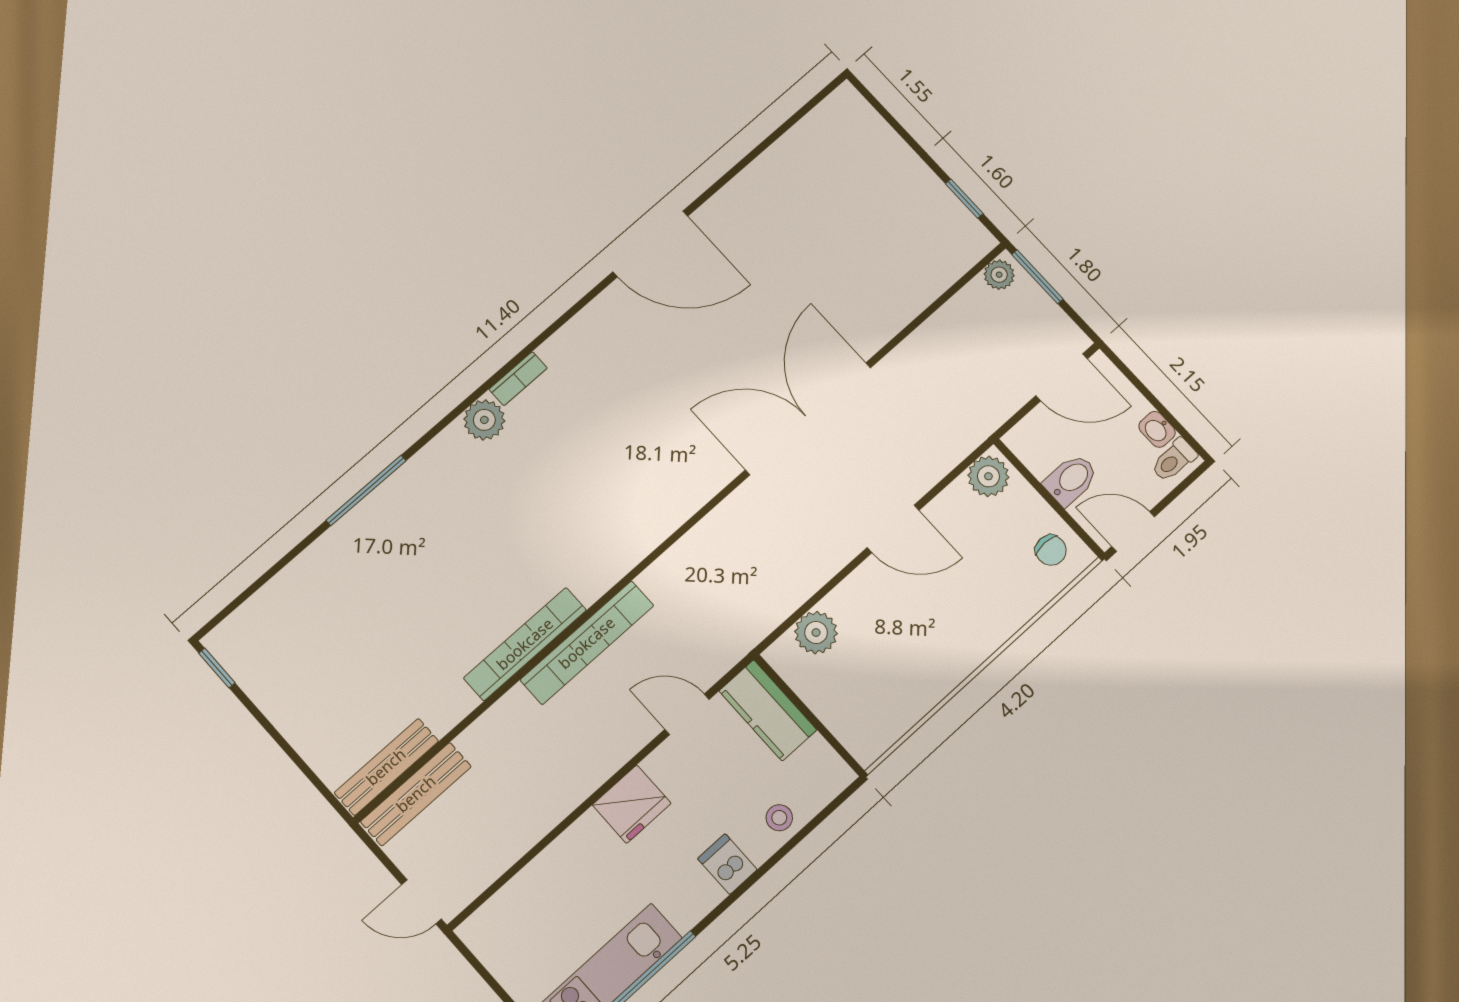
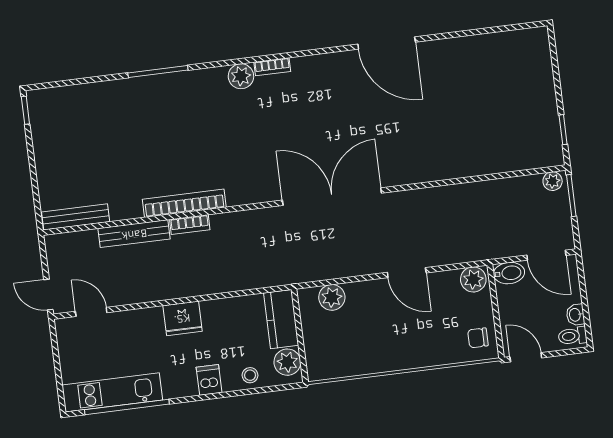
double door: (808, 419) -> (332, 197), moved
bidet: (1071, 480) -> (509, 273), moved
chair: (1051, 550) -> (478, 338), turned 90
bookcase: (587, 643) -> (190, 225), width x0.43, depth x0.76
door: (687, 714) -> (91, 312), moved
plant: (818, 764) -> (287, 362), added
bench: (416, 794) -> (134, 234), moved

